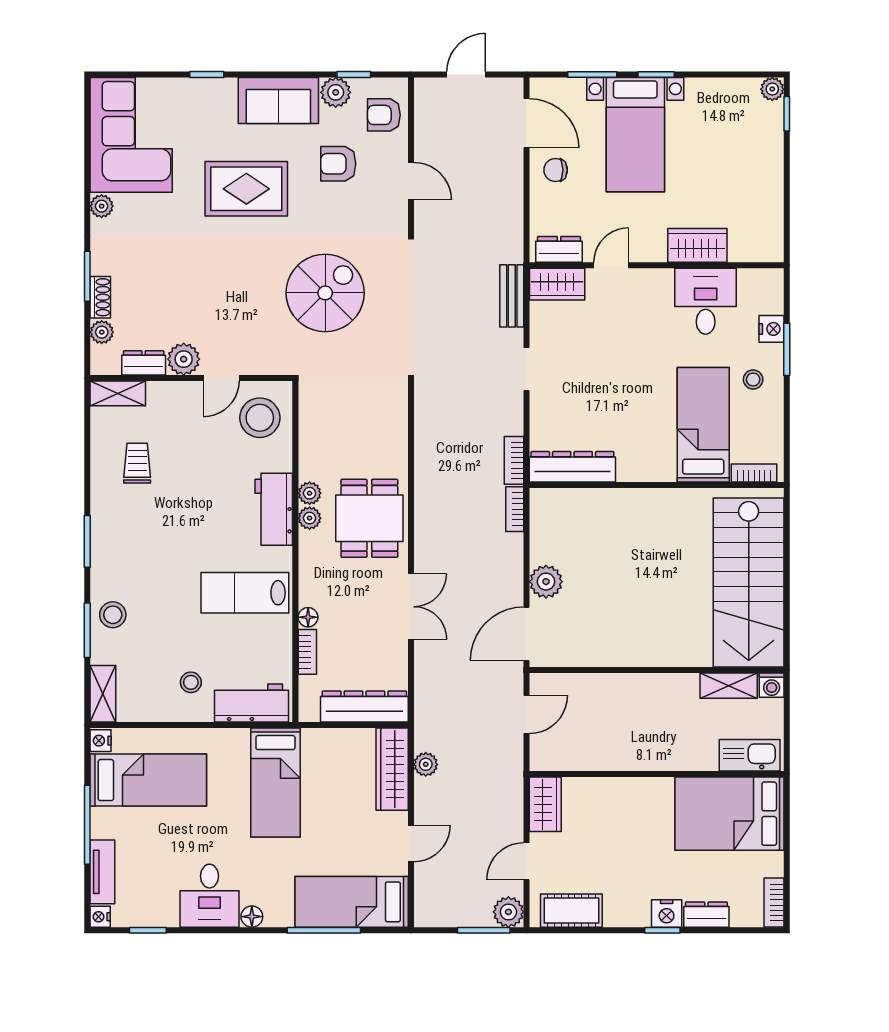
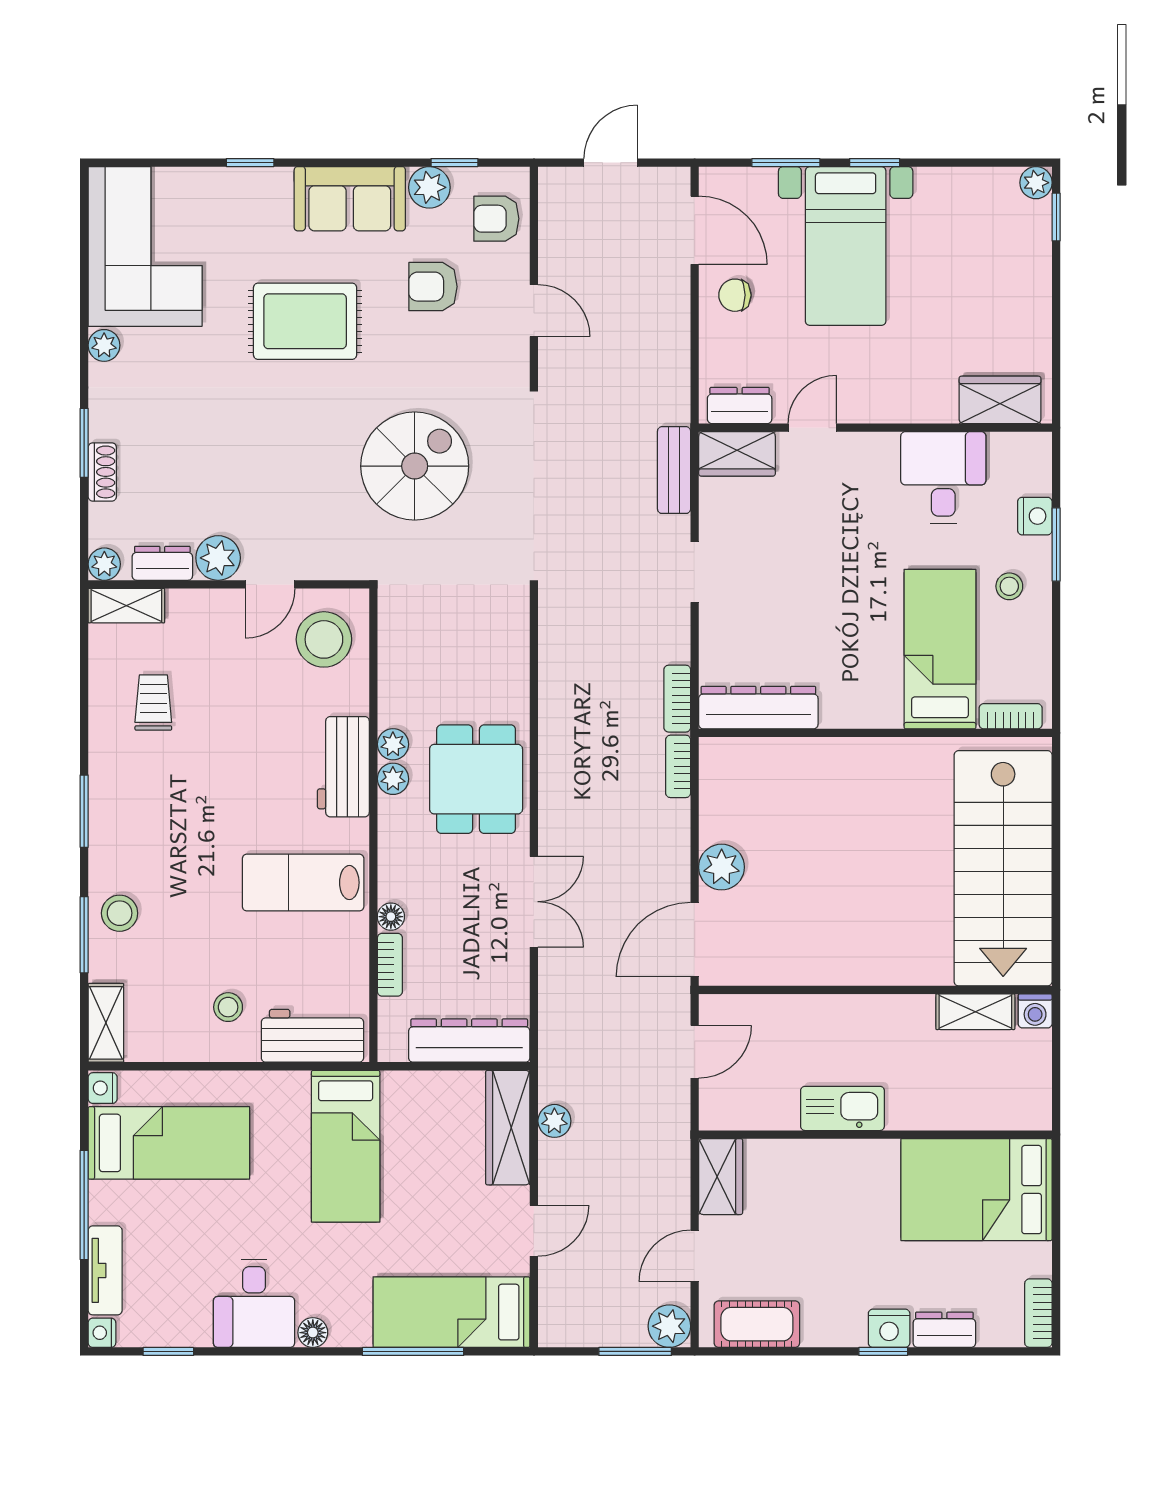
wardrobe: (697, 245) -> (1000, 400), moved
plant: (102, 332) -> (104, 564), moved
kitchen sink: (750, 755) -> (842, 1108), moved

